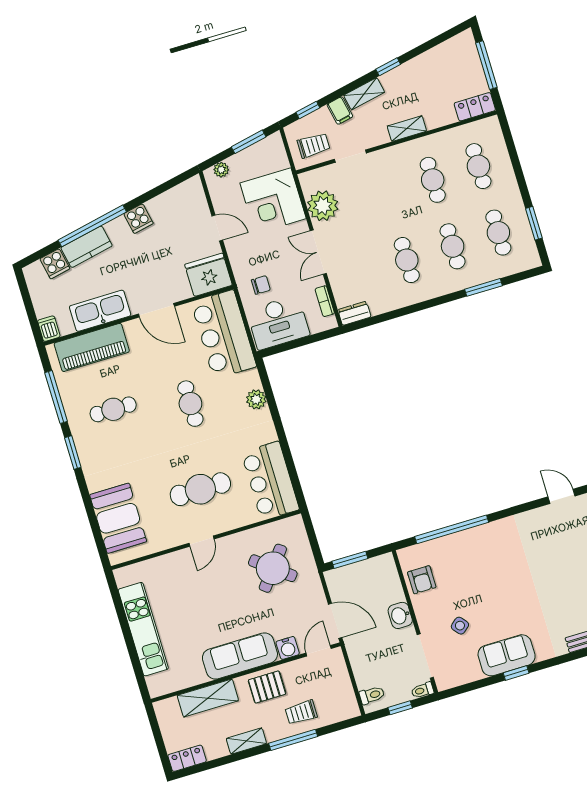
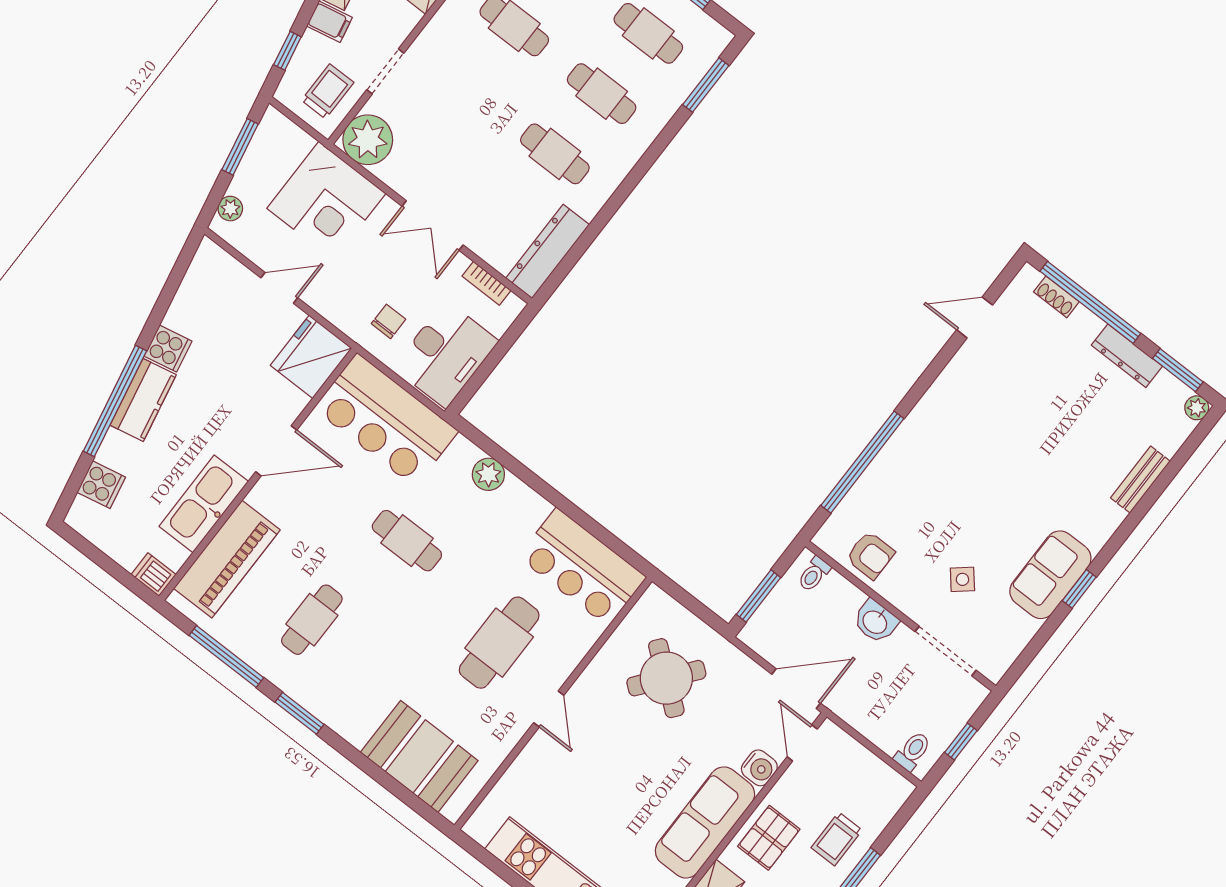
plant: (323, 206) -> (368, 140), moved
kitchen counter: (87, 247) -> (143, 400), moved
window: (483, 287) -> (706, 85), moved
dresser: (354, 313) -> (548, 251), width x1.96, depth x1.24
toilet: (422, 690) -> (814, 574), moved

